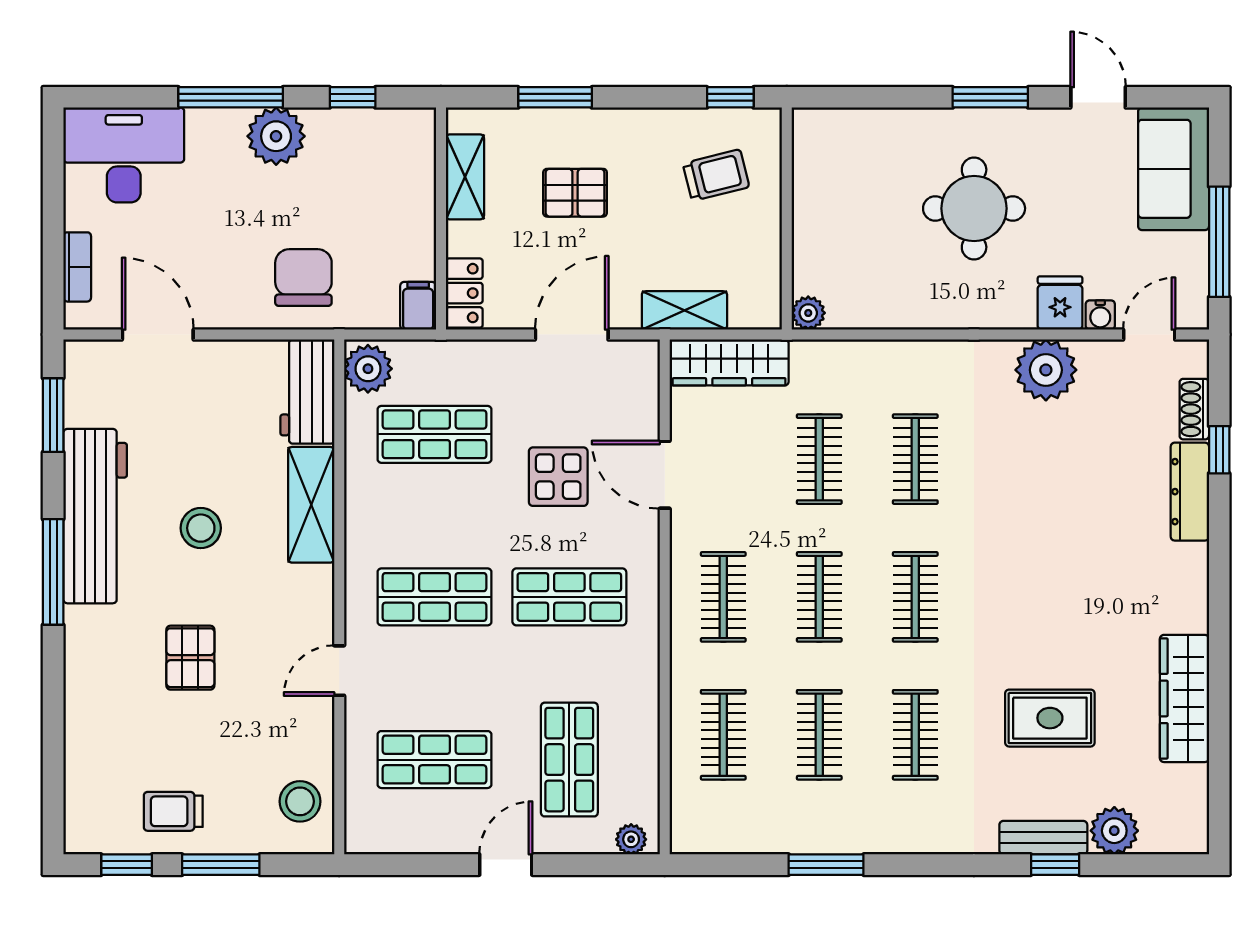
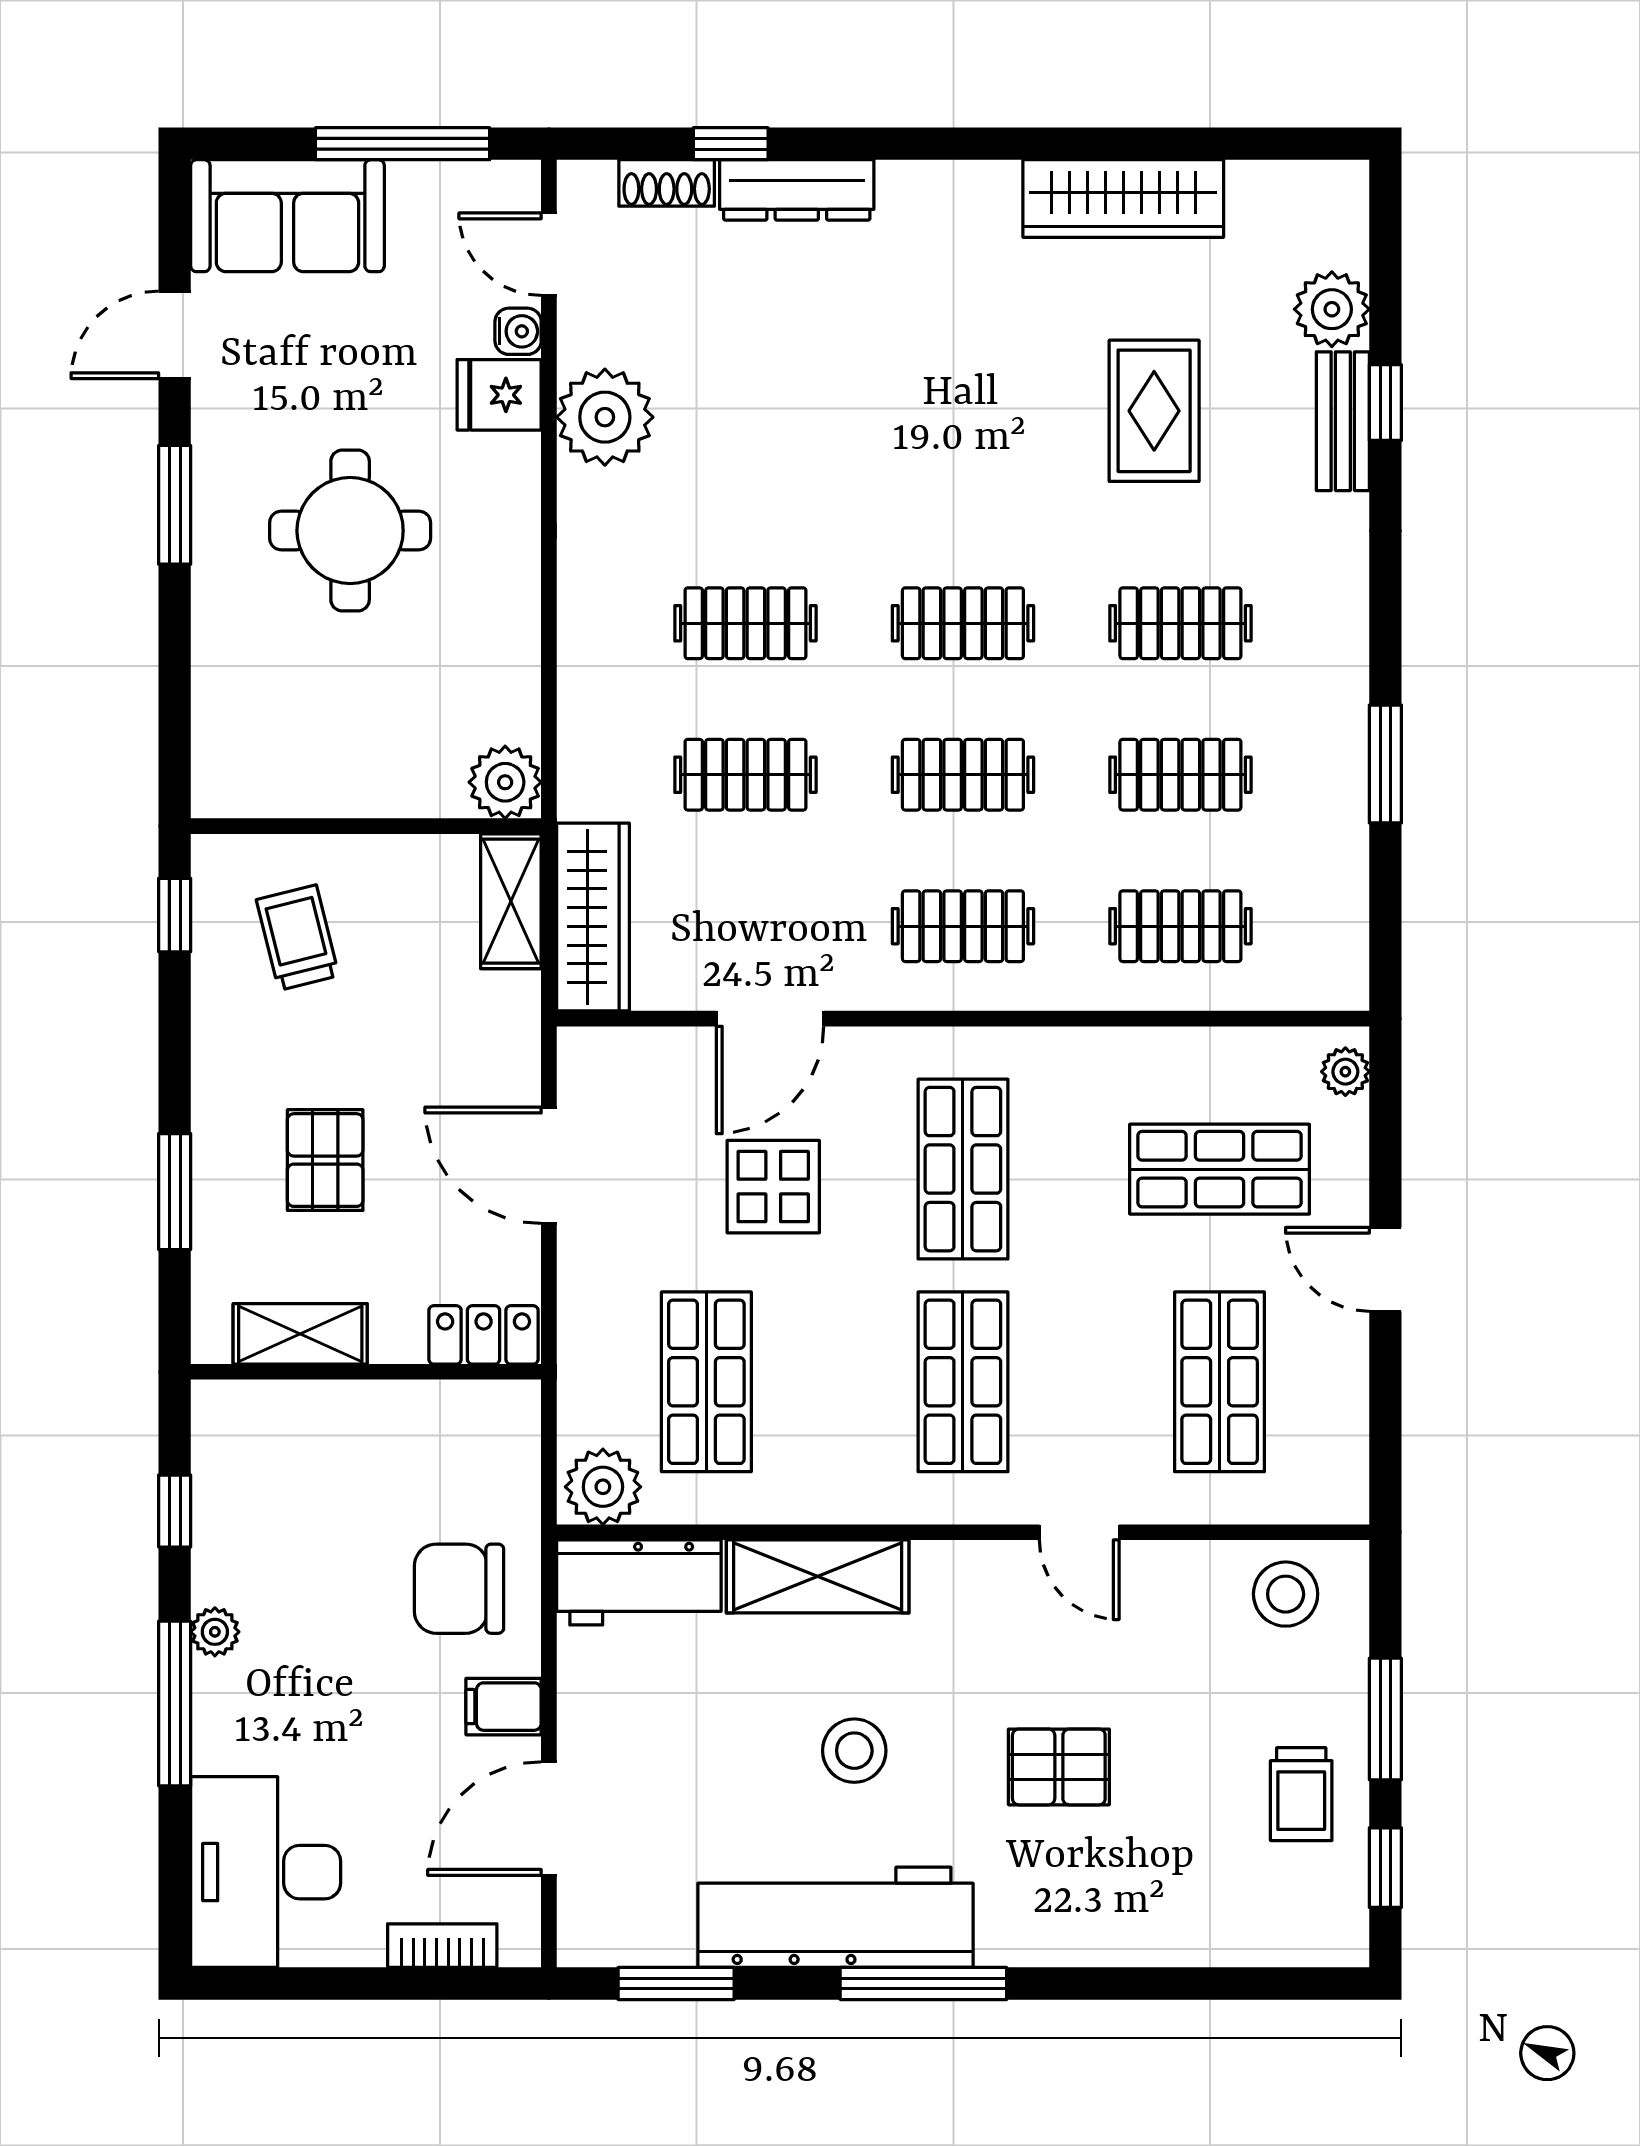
plant: (276, 136) -> (215, 1632), width x0.53, depth x0.53
filing cabinet: (418, 306) -> (504, 1707), moved
shelving: (684, 310) -> (511, 901), moved
plant: (808, 313) -> (505, 782), width x1.38, depth x1.38

